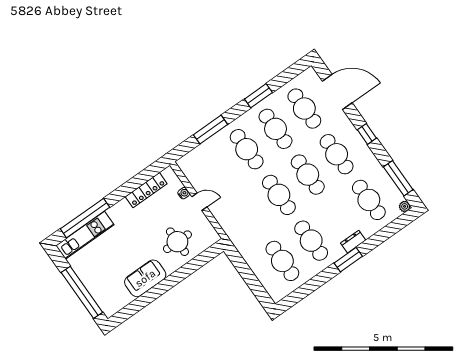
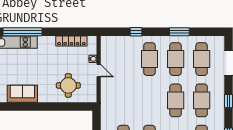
window: (211, 130) -> (136, 32), width x0.46
cafe table: (279, 195) -> (149, 100), removed
sofa: (145, 278) -> (22, 94), moved

